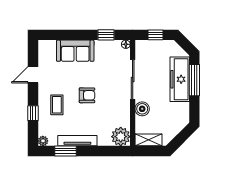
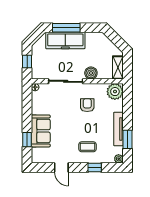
window: (106, 35) -> (27, 140), moved
armchair: (87, 95) -> (87, 105), moved

